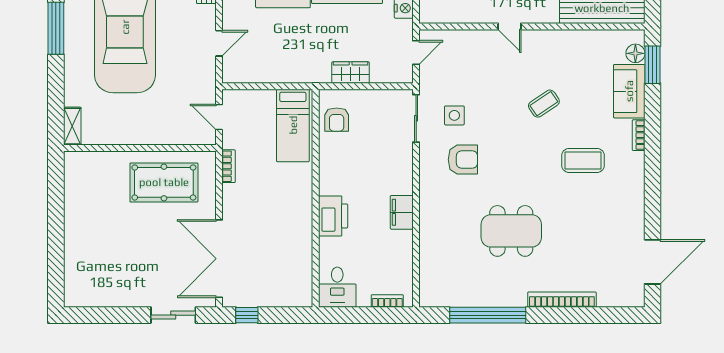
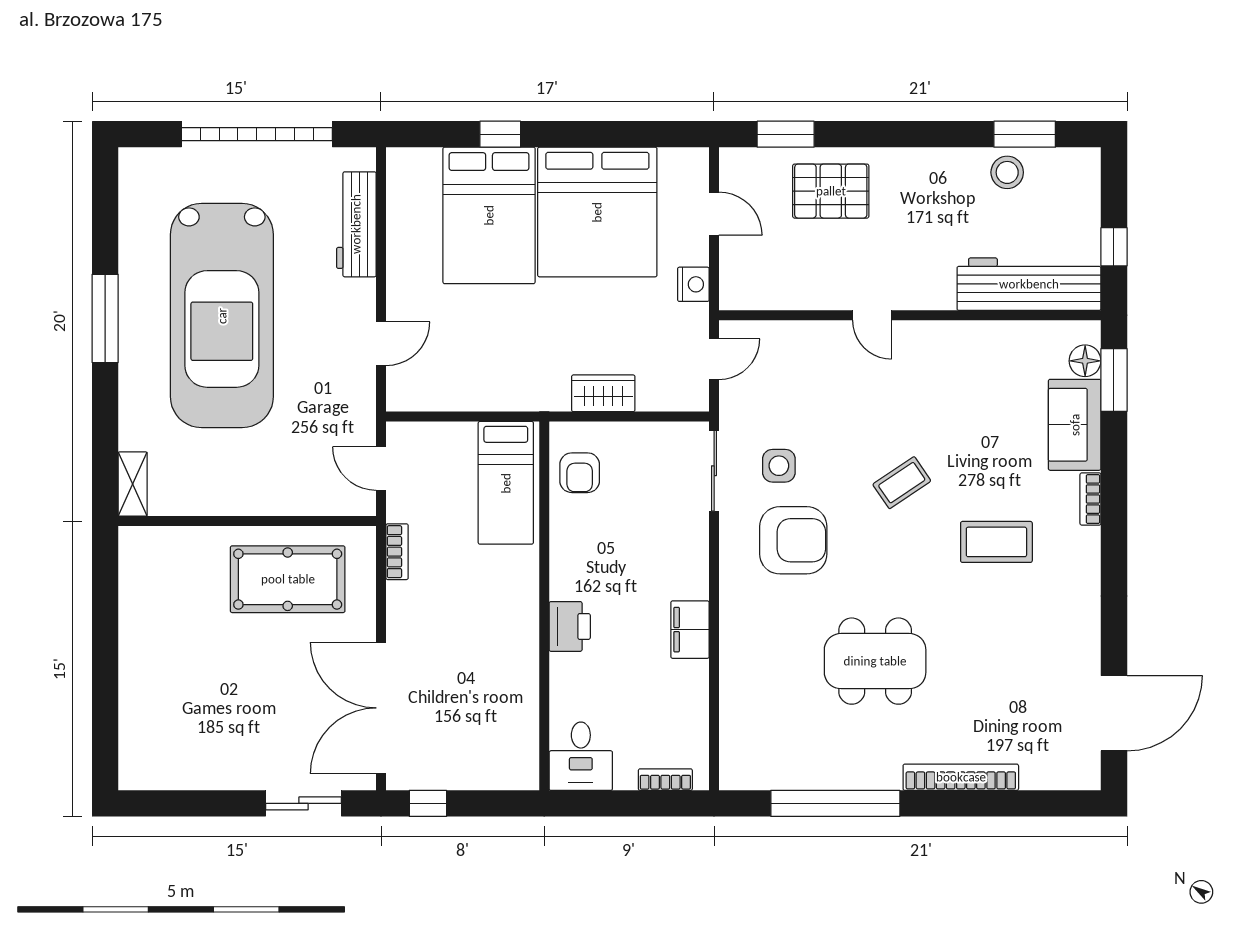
coffee table: (544, 104) -> (902, 483), moved
armchair: (463, 160) -> (793, 540), width x1.36, depth x1.36
printer: (333, 216) -> (570, 626), width x0.73, depth x0.84

